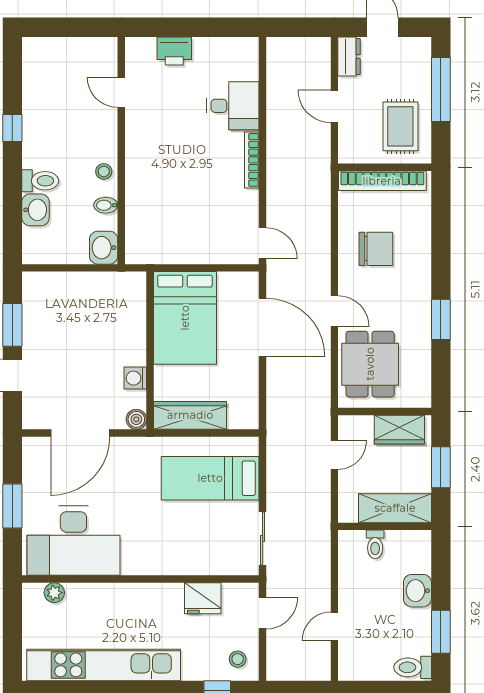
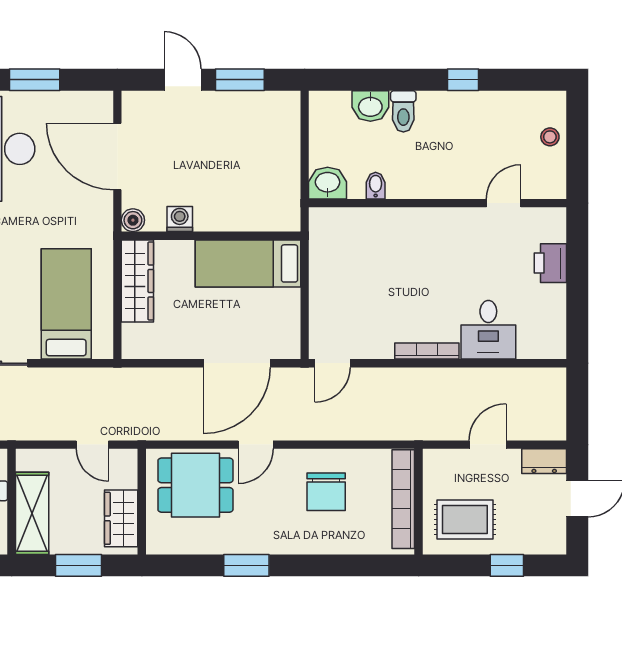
window: (441, 89) -> (507, 565), width x0.46
stool: (104, 171) -> (550, 137), moved
bed: (185, 318) -> (248, 263), width x0.67

